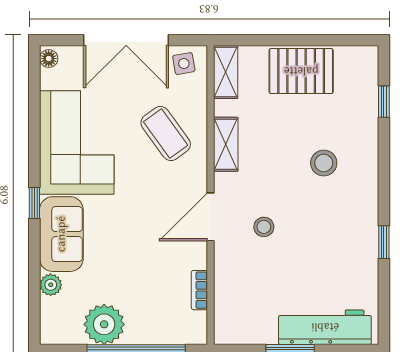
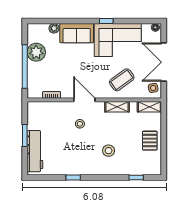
pallet: (301, 71) -> (150, 141), width x0.67, depth x0.71
window: (34, 203) -> (106, 21), moved

